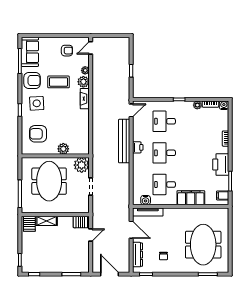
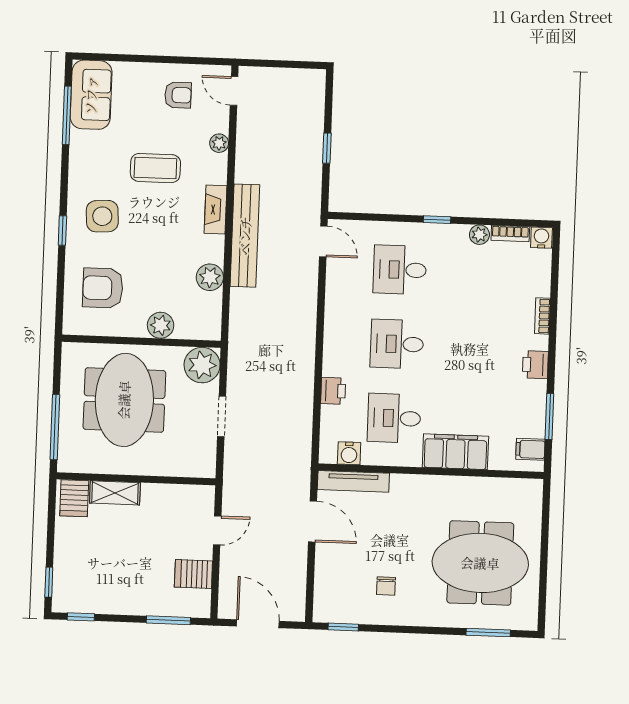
door: (91, 48) -> (234, 91), hinge flipped
armchair: (32, 80) -> (94, 162), removed
plant: (83, 82) -> (210, 277), moved
door: (131, 110) -> (323, 241), hinge flipped
bench: (124, 141) -> (245, 236), moved
printer: (138, 147) -> (333, 391), moved
printer: (221, 165) -> (535, 365), width x0.53, depth x0.68
server rack: (81, 222) -> (193, 574), moved
meeting table: (203, 245) -> (480, 563), turned 90
dresser: (137, 255) -> (325, 580), removed

